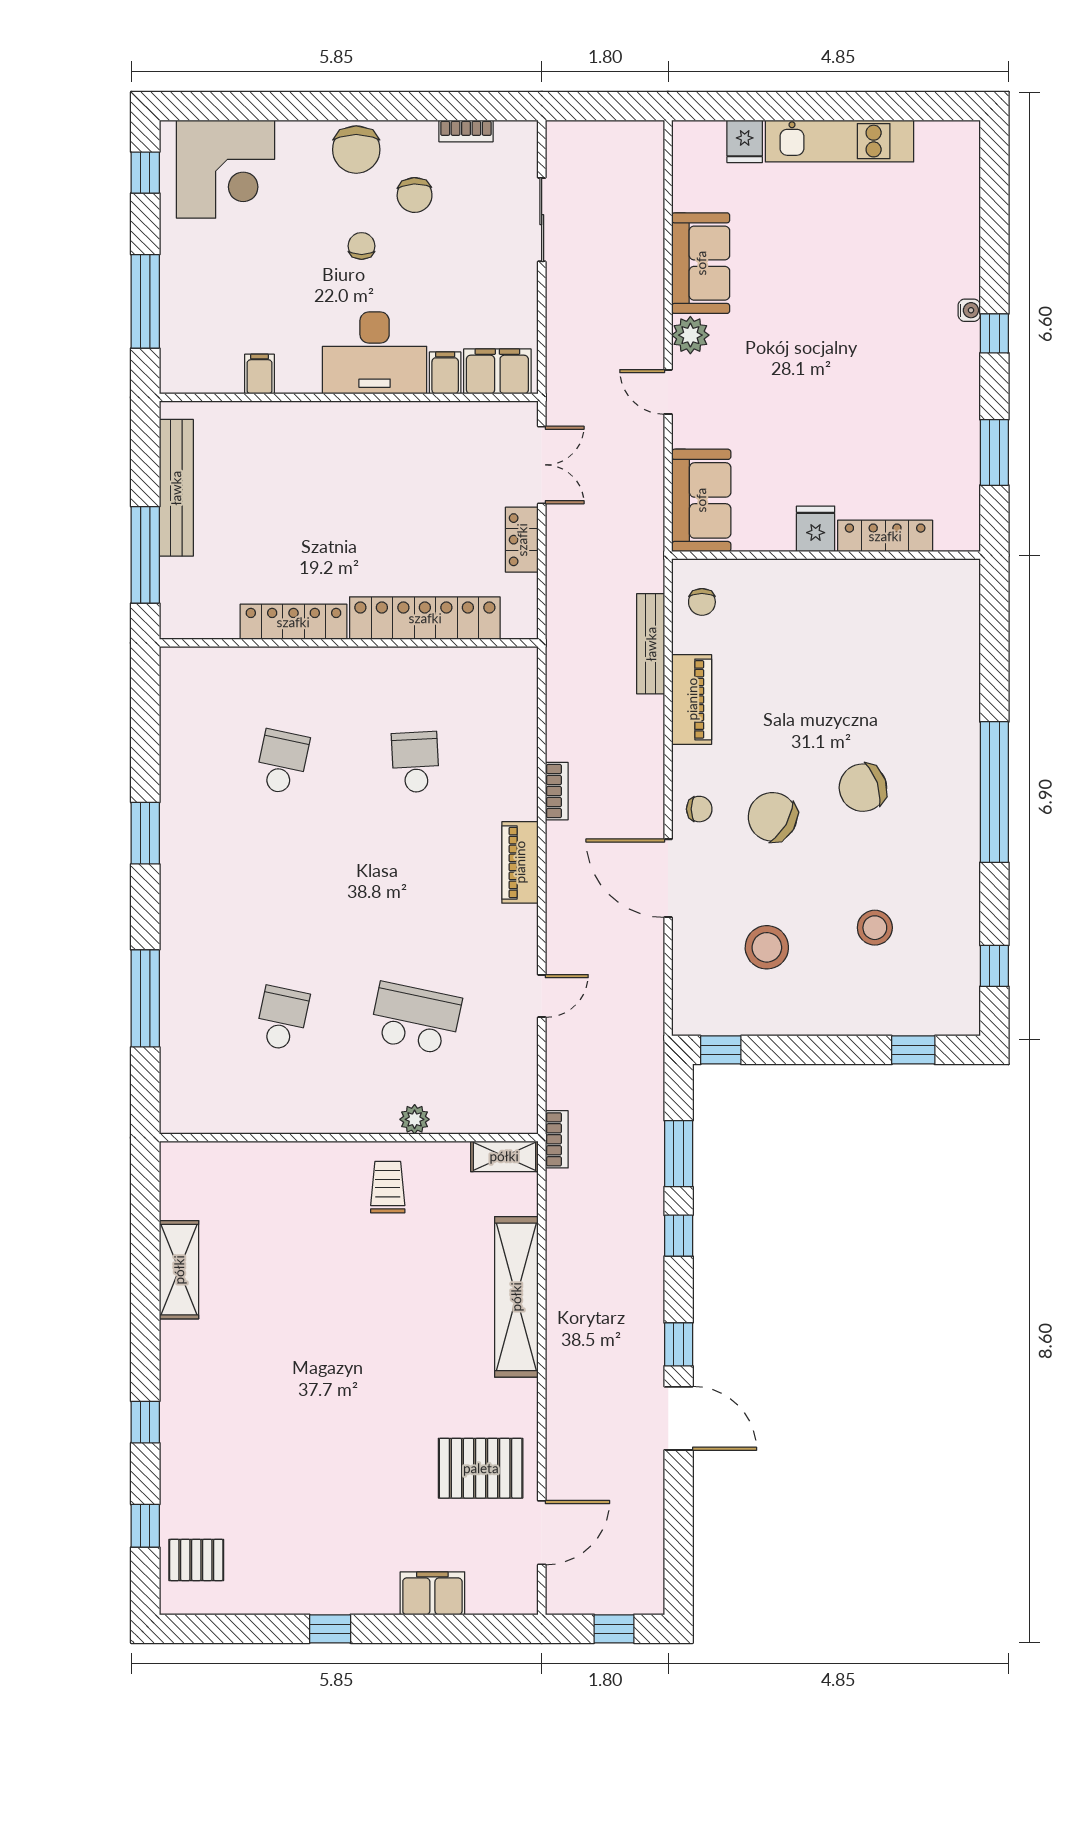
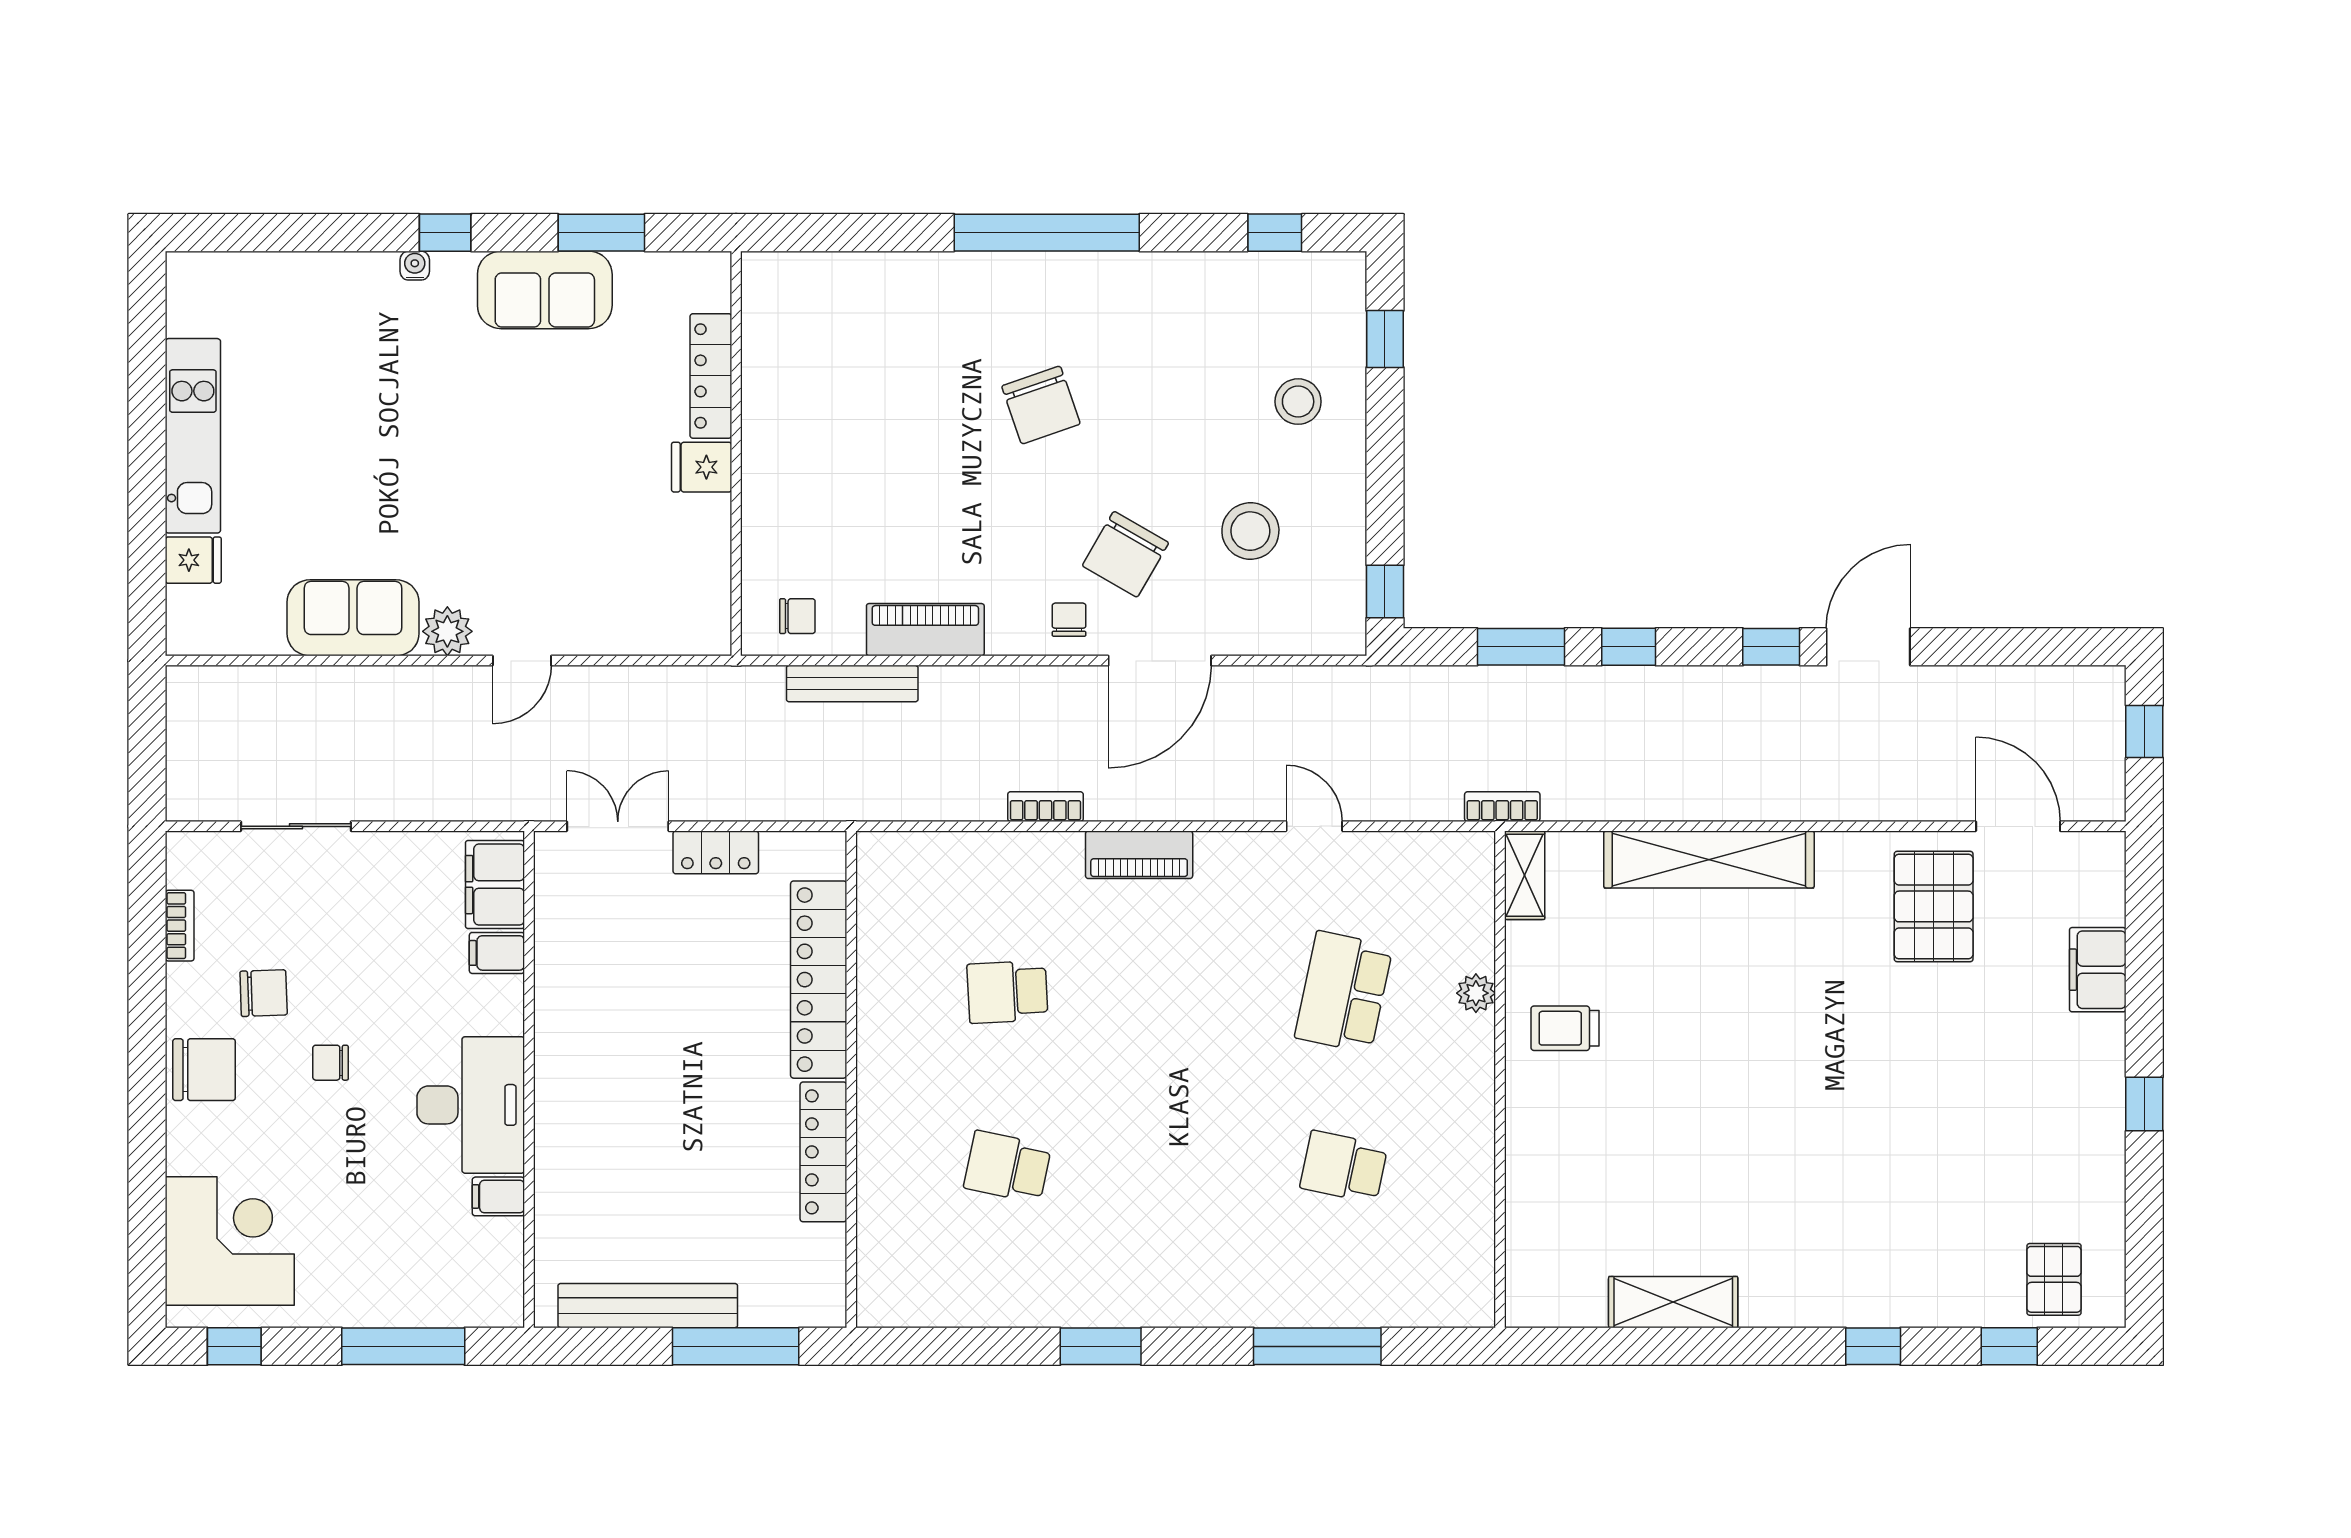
desk: (375, 353) -> (471, 1105), moved
sofa: (701, 500) -> (545, 290), moved, turned 180
chair: (773, 817) -> (1126, 554), moved
stool: (875, 928) -> (1298, 402), moved

